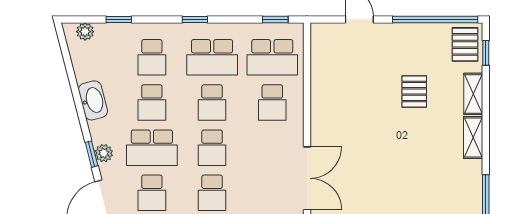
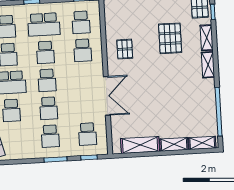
school desk: (272, 57) -> (81, 22), width x0.54
pallet: (414, 91) -> (170, 38), width x1.50, depth x1.42
pallet: (340, 105) -> (125, 49), added

